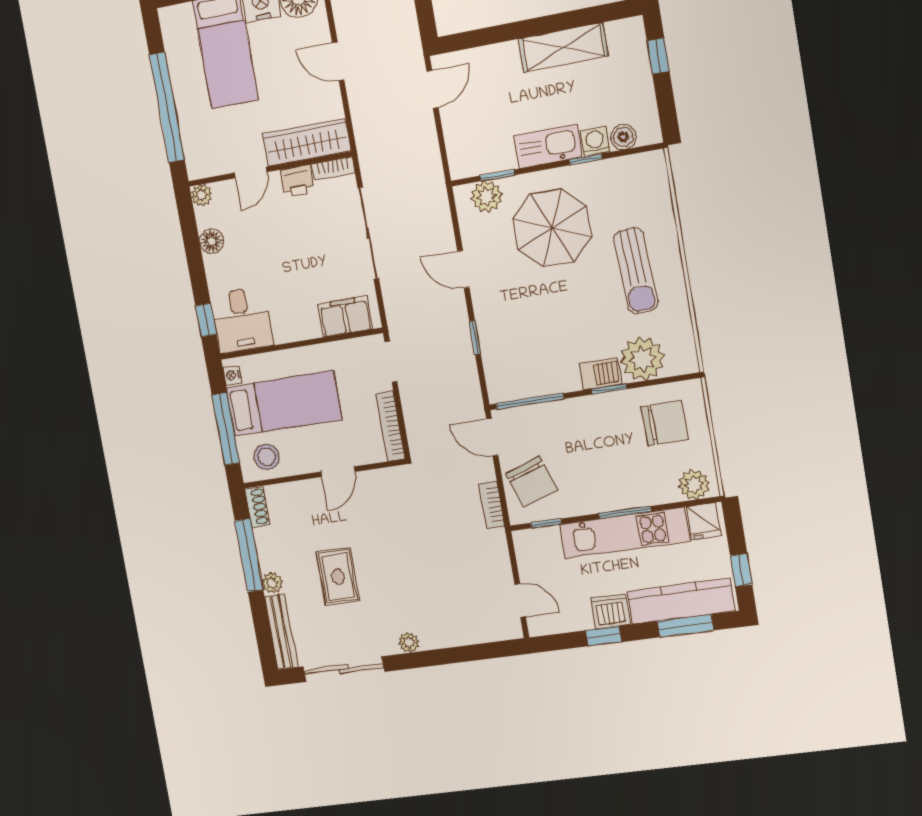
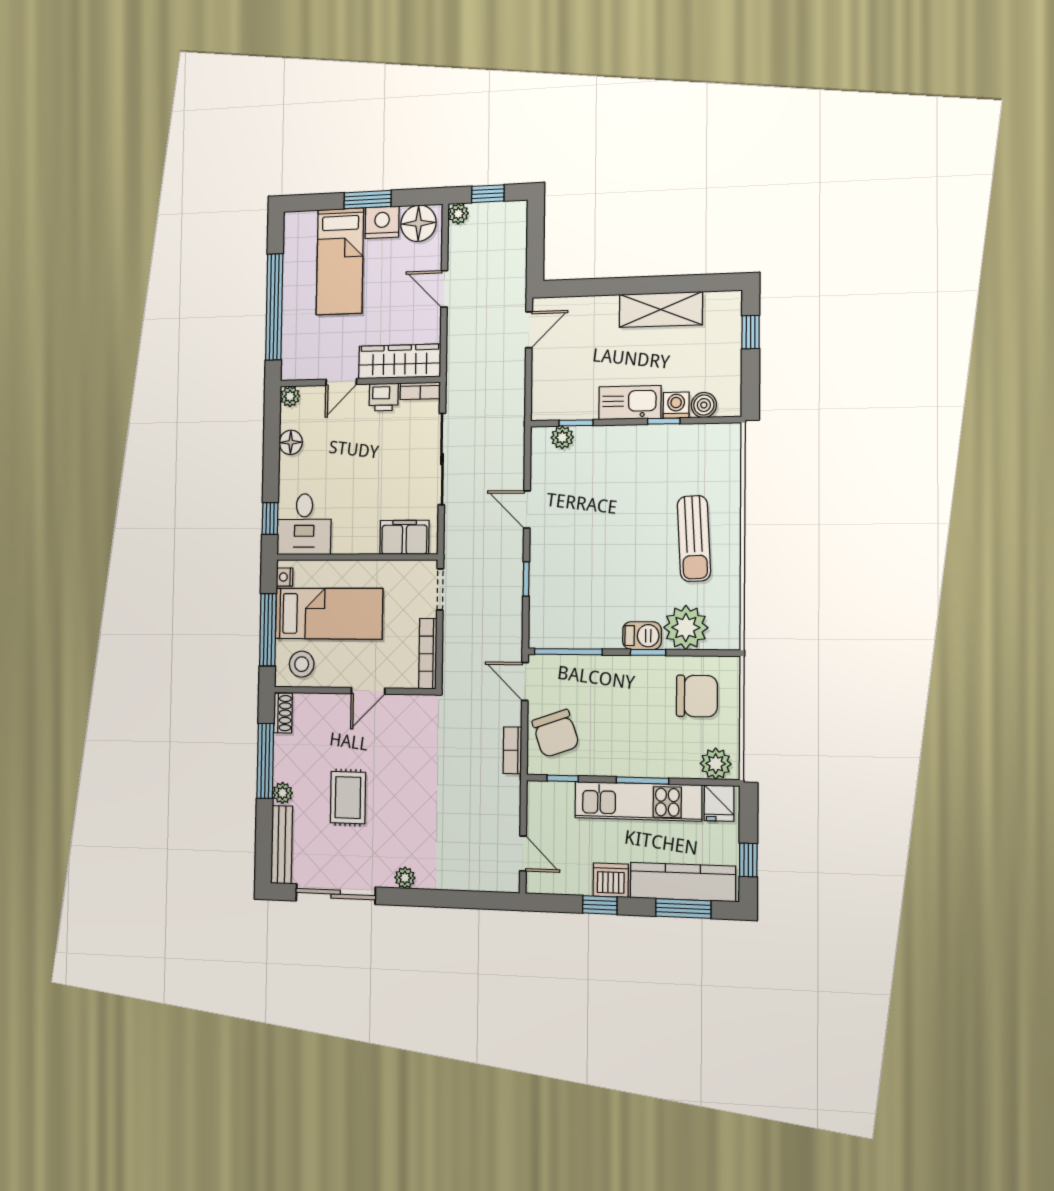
plant: (487, 196) -> (562, 437), width x0.73, depth x0.73
parasol: (552, 228) -> (620, 483), removed

